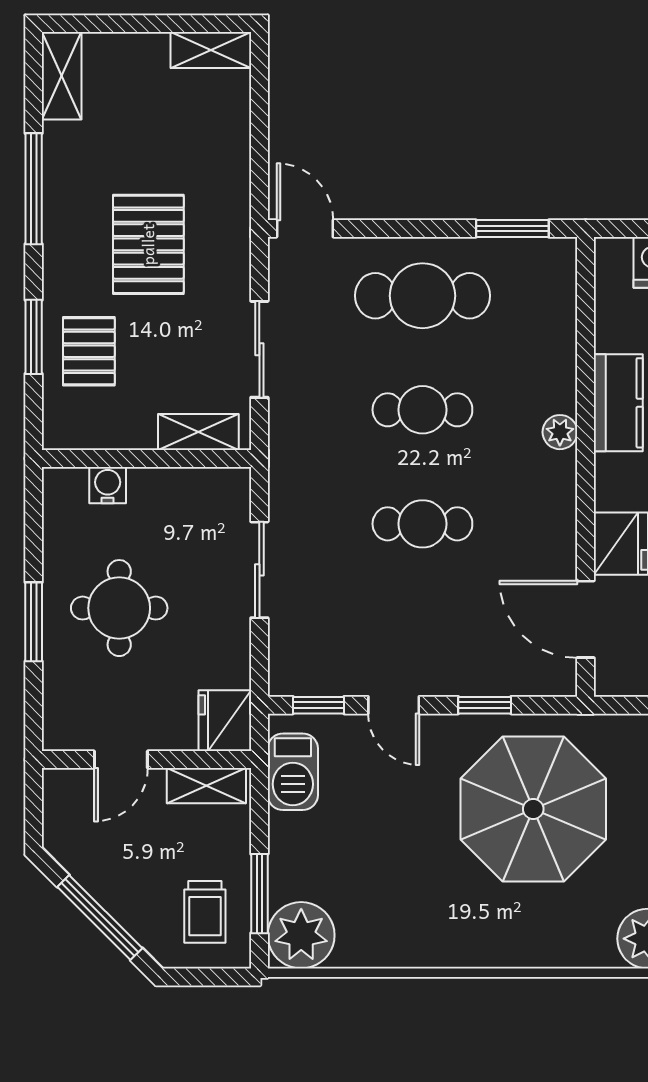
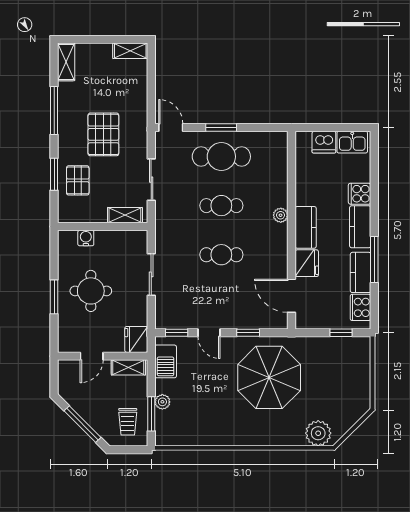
window: (512, 228) -> (221, 128), moved
kitchen counter: (618, 403) -> (306, 227), moved
plant: (301, 935) -> (162, 402), moved, width x0.53, depth x0.53

